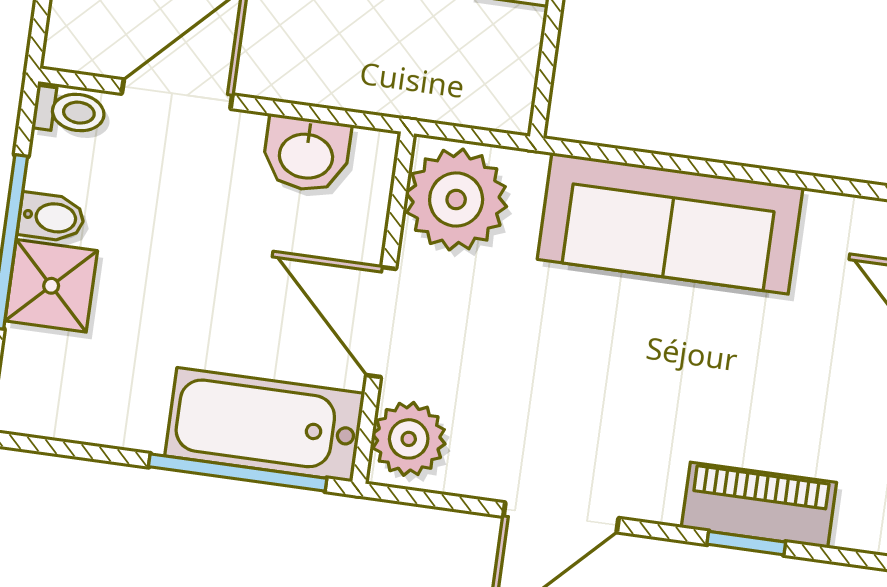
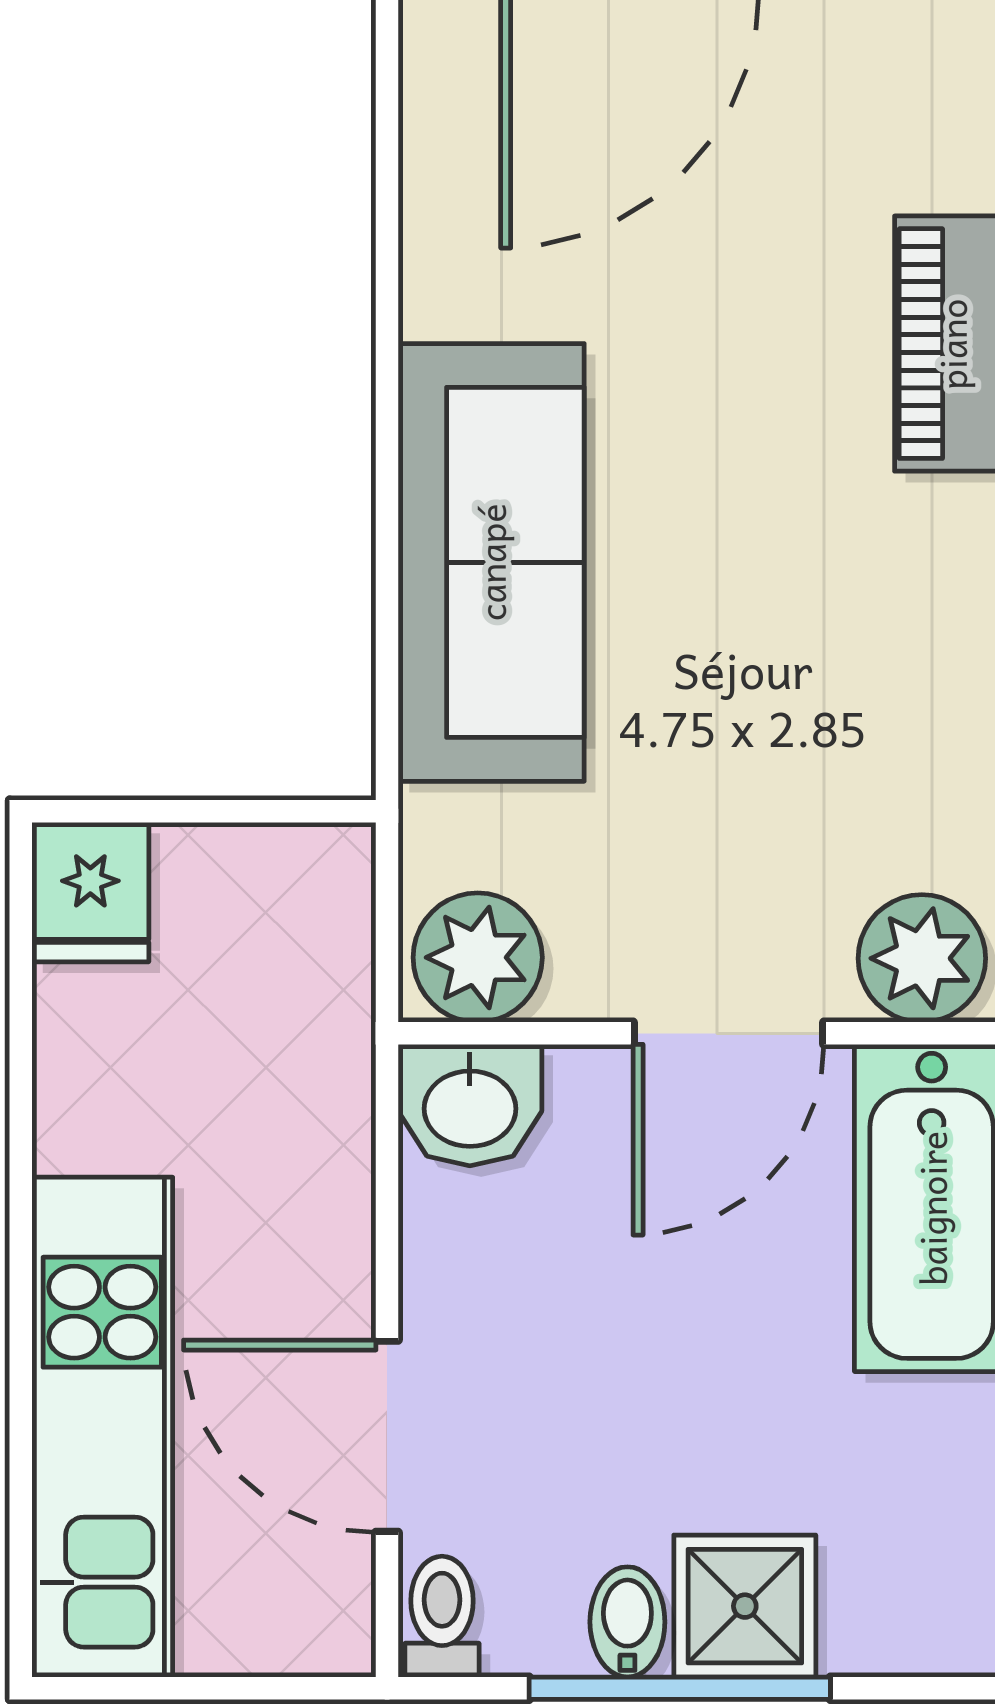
washbasin: (306, 154) -> (470, 1105), moved, turned 90
plant: (456, 200) -> (478, 957), width x0.73, depth x0.73

